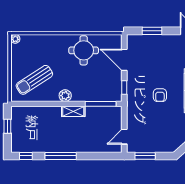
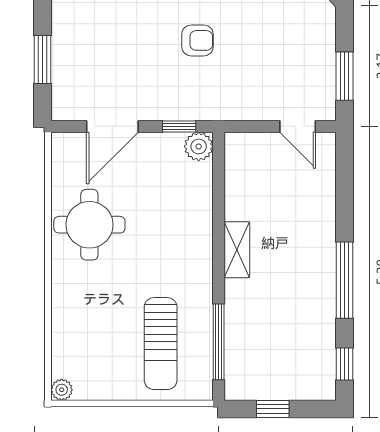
sun lounger: (34, 80) -> (161, 344), turned 33
plant: (65, 96) -> (199, 146), moved
window: (101, 104) -> (219, 342), moved

